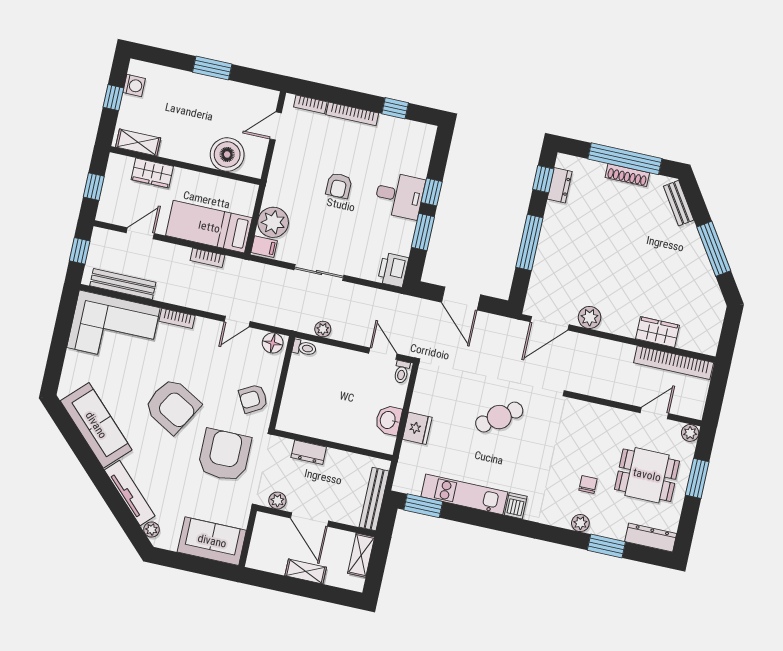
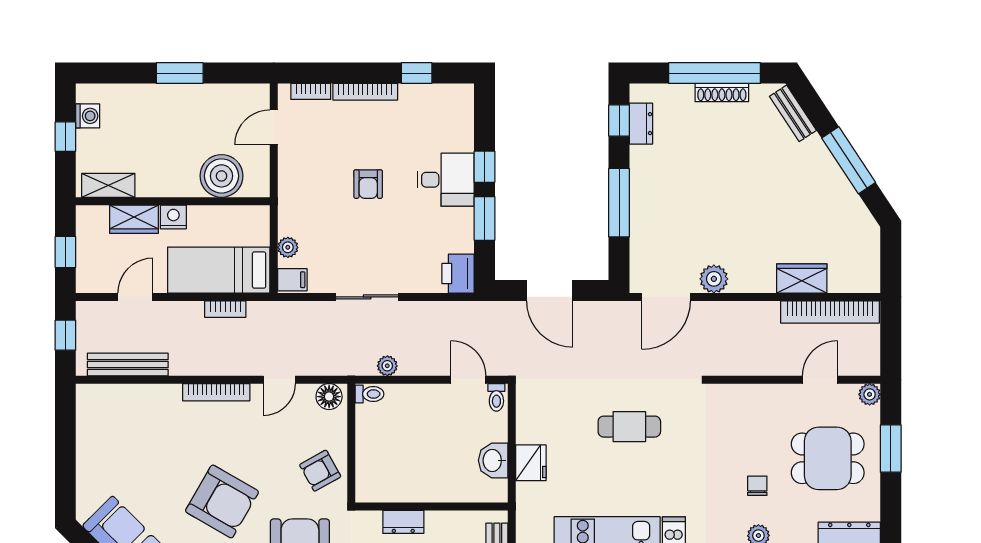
nightstand: (183, 178) -> (173, 217), added
plant: (273, 222) -> (288, 247), width x0.53, depth x0.53
bookcase: (177, 318) -> (216, 392), width x1.56
corner sofa: (113, 328) -> (128, 421), removed
cafe table: (499, 417) -> (629, 427), turned 36

